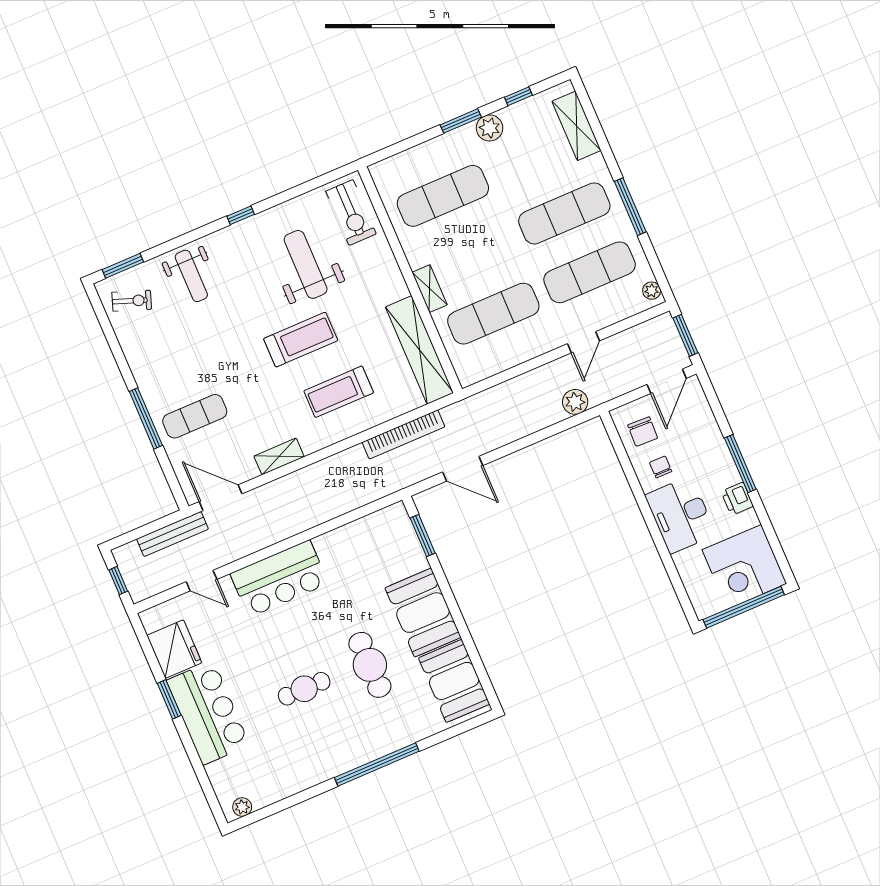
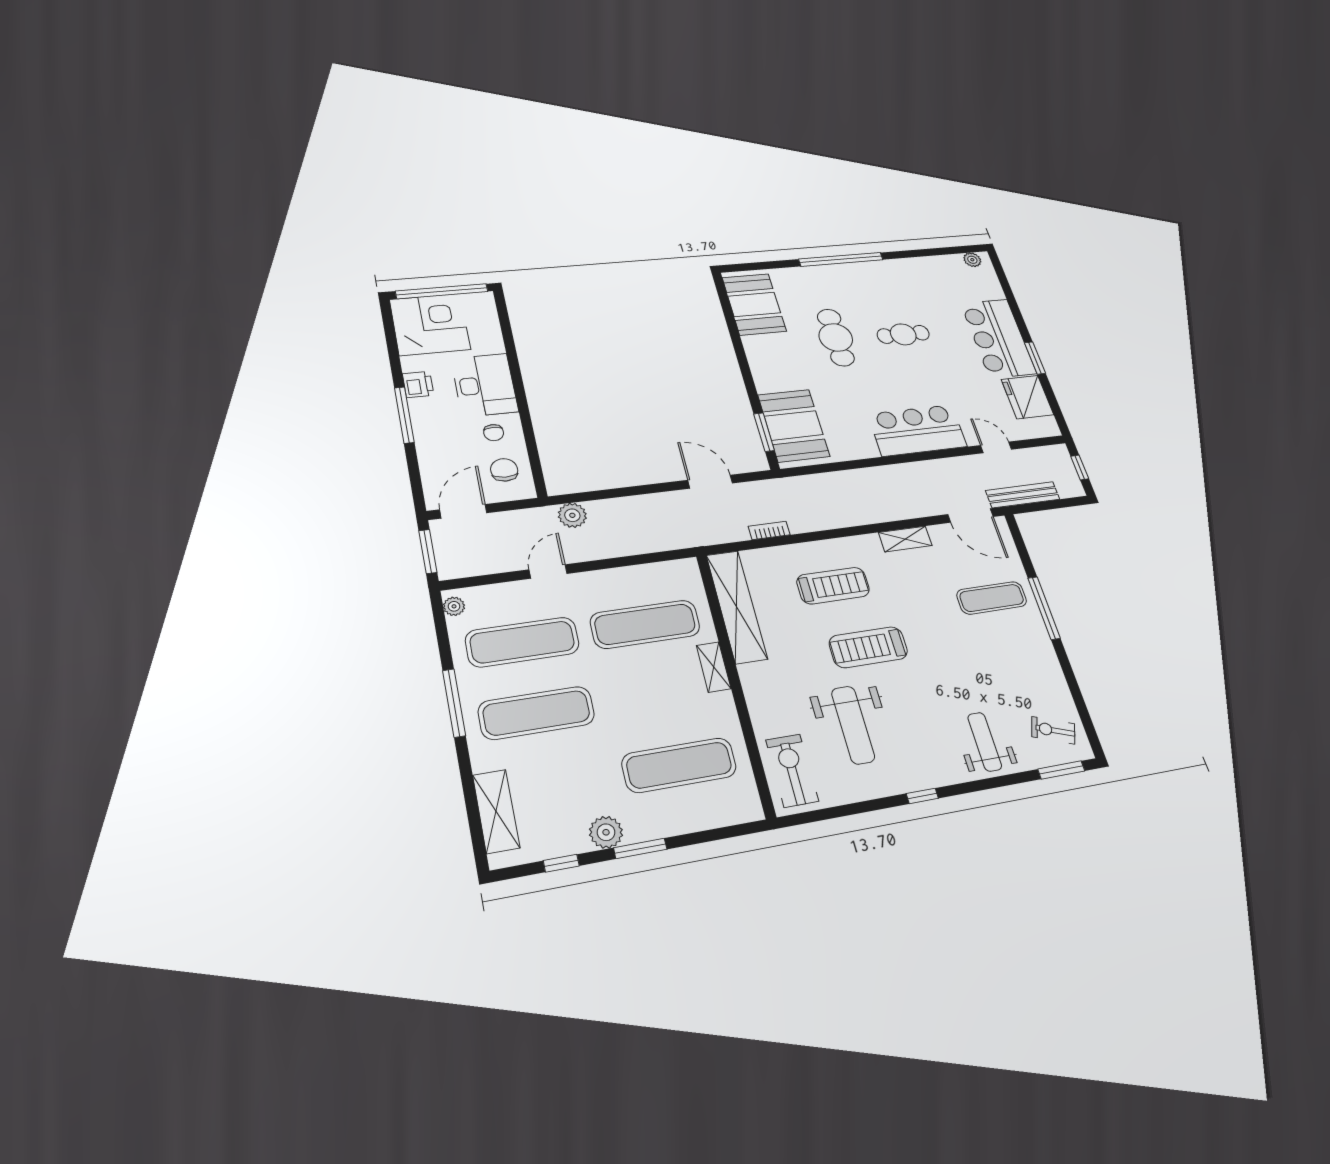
bookcase: (403, 435) -> (769, 530), width x0.43, depth x0.76
booth: (423, 613) -> (794, 425), moved

